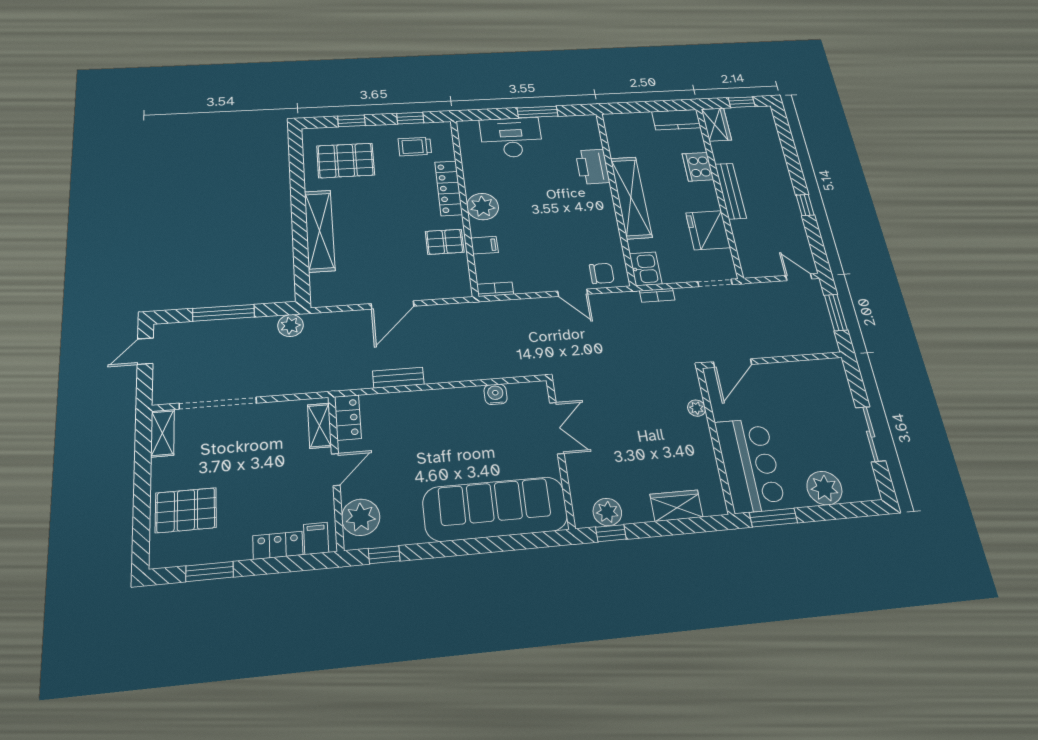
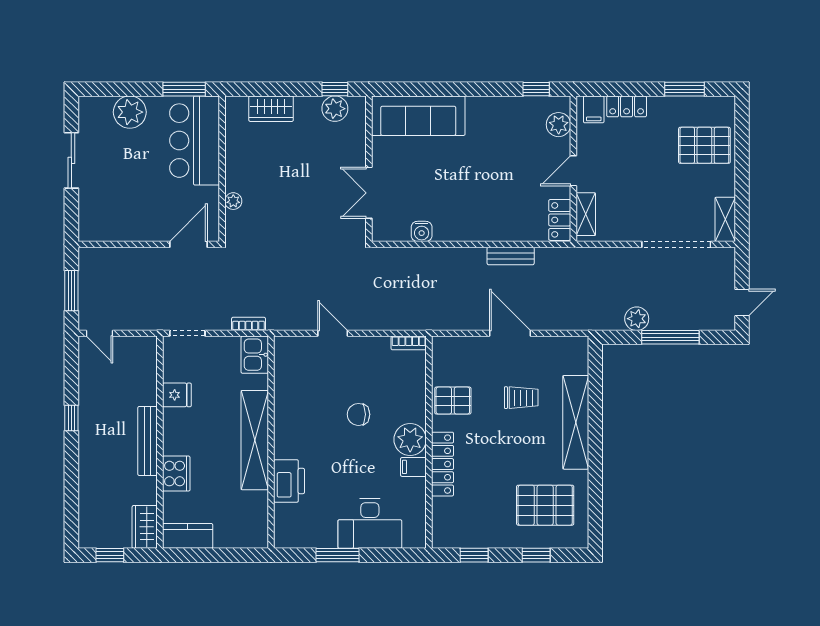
trolley: (415, 147) -> (521, 398), moved
fridge: (708, 230) -> (177, 395), width x0.53, depth x0.75
filing cabinet: (484, 245) -> (413, 467), moved
chair: (602, 273) -> (358, 414), moved
door: (393, 305) -> (510, 333), hinge flipped
plant: (290, 326) -> (637, 319), moved
sofa: (495, 509) -> (418, 116), width x0.74, depth x0.79
plant: (361, 517) -> (559, 125), width x0.73, depth x0.73

